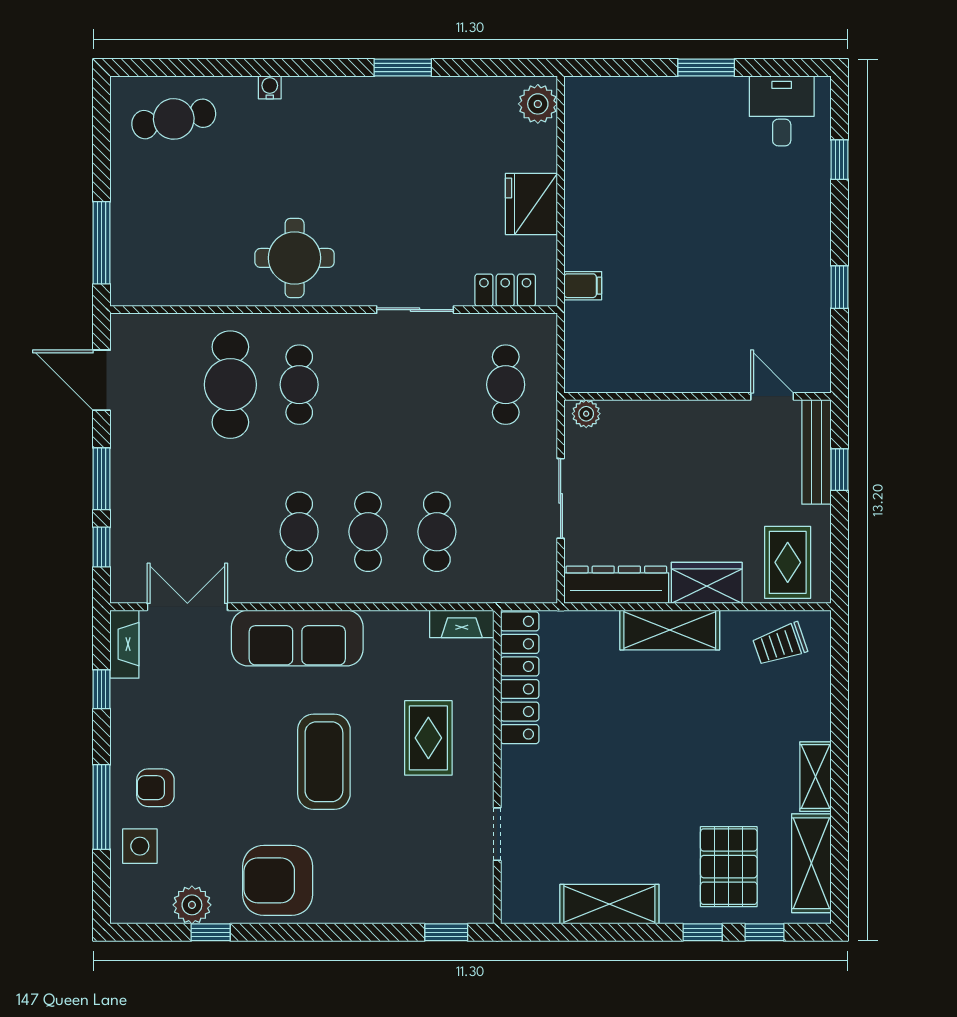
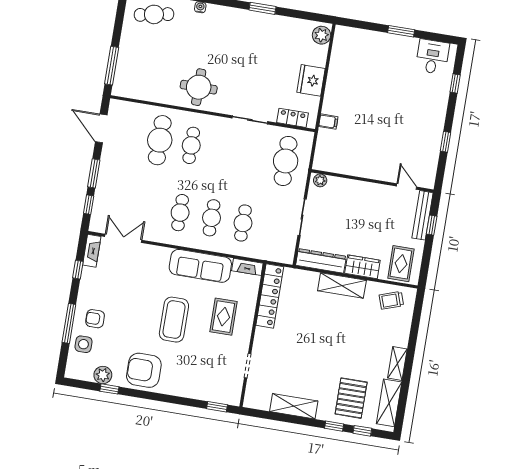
cafe table: (506, 385) -> (286, 161), width x1.37, depth x1.35
sofa: (297, 638) -> (200, 266), moved

